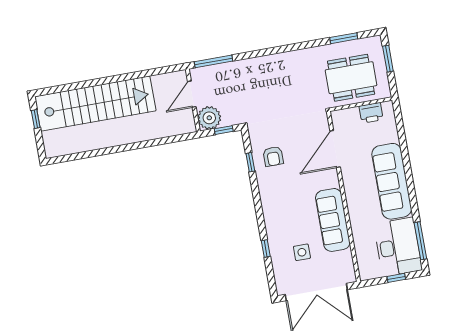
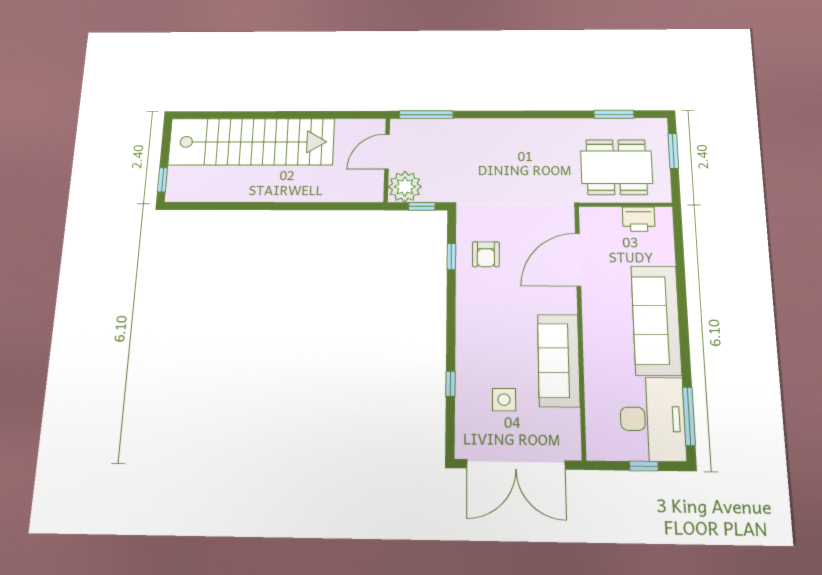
window: (36, 119) -> (162, 180), moved

